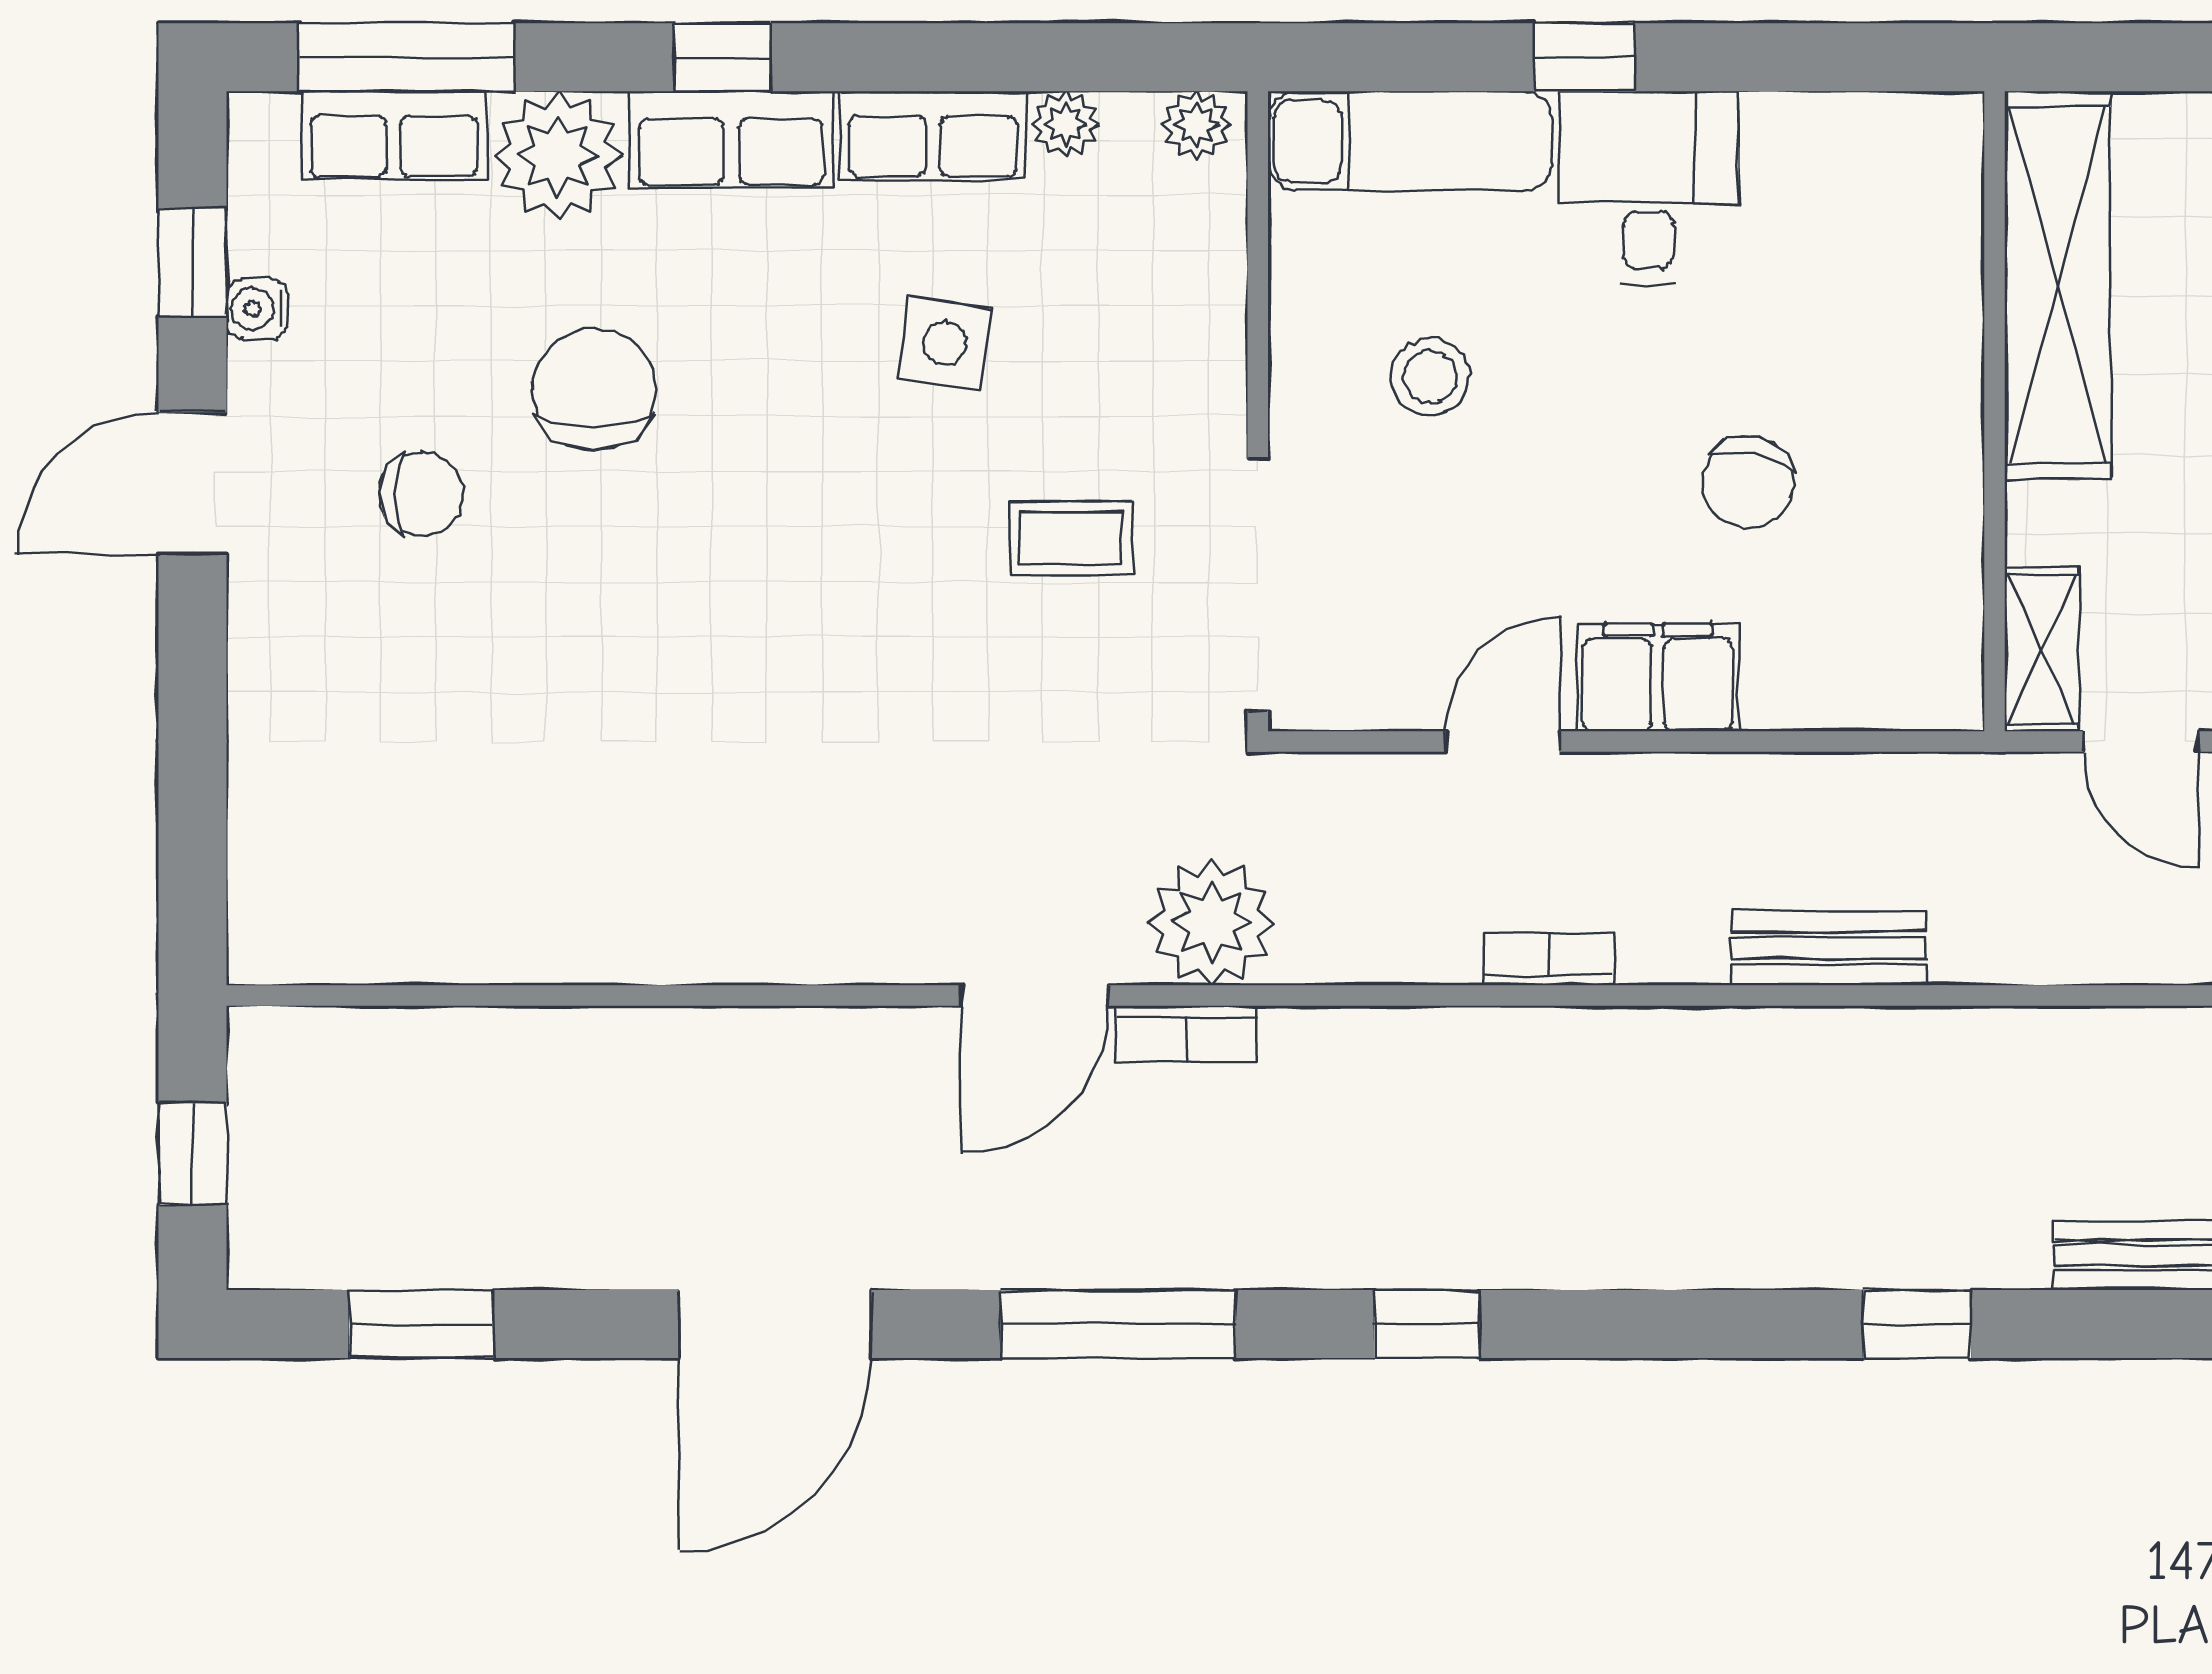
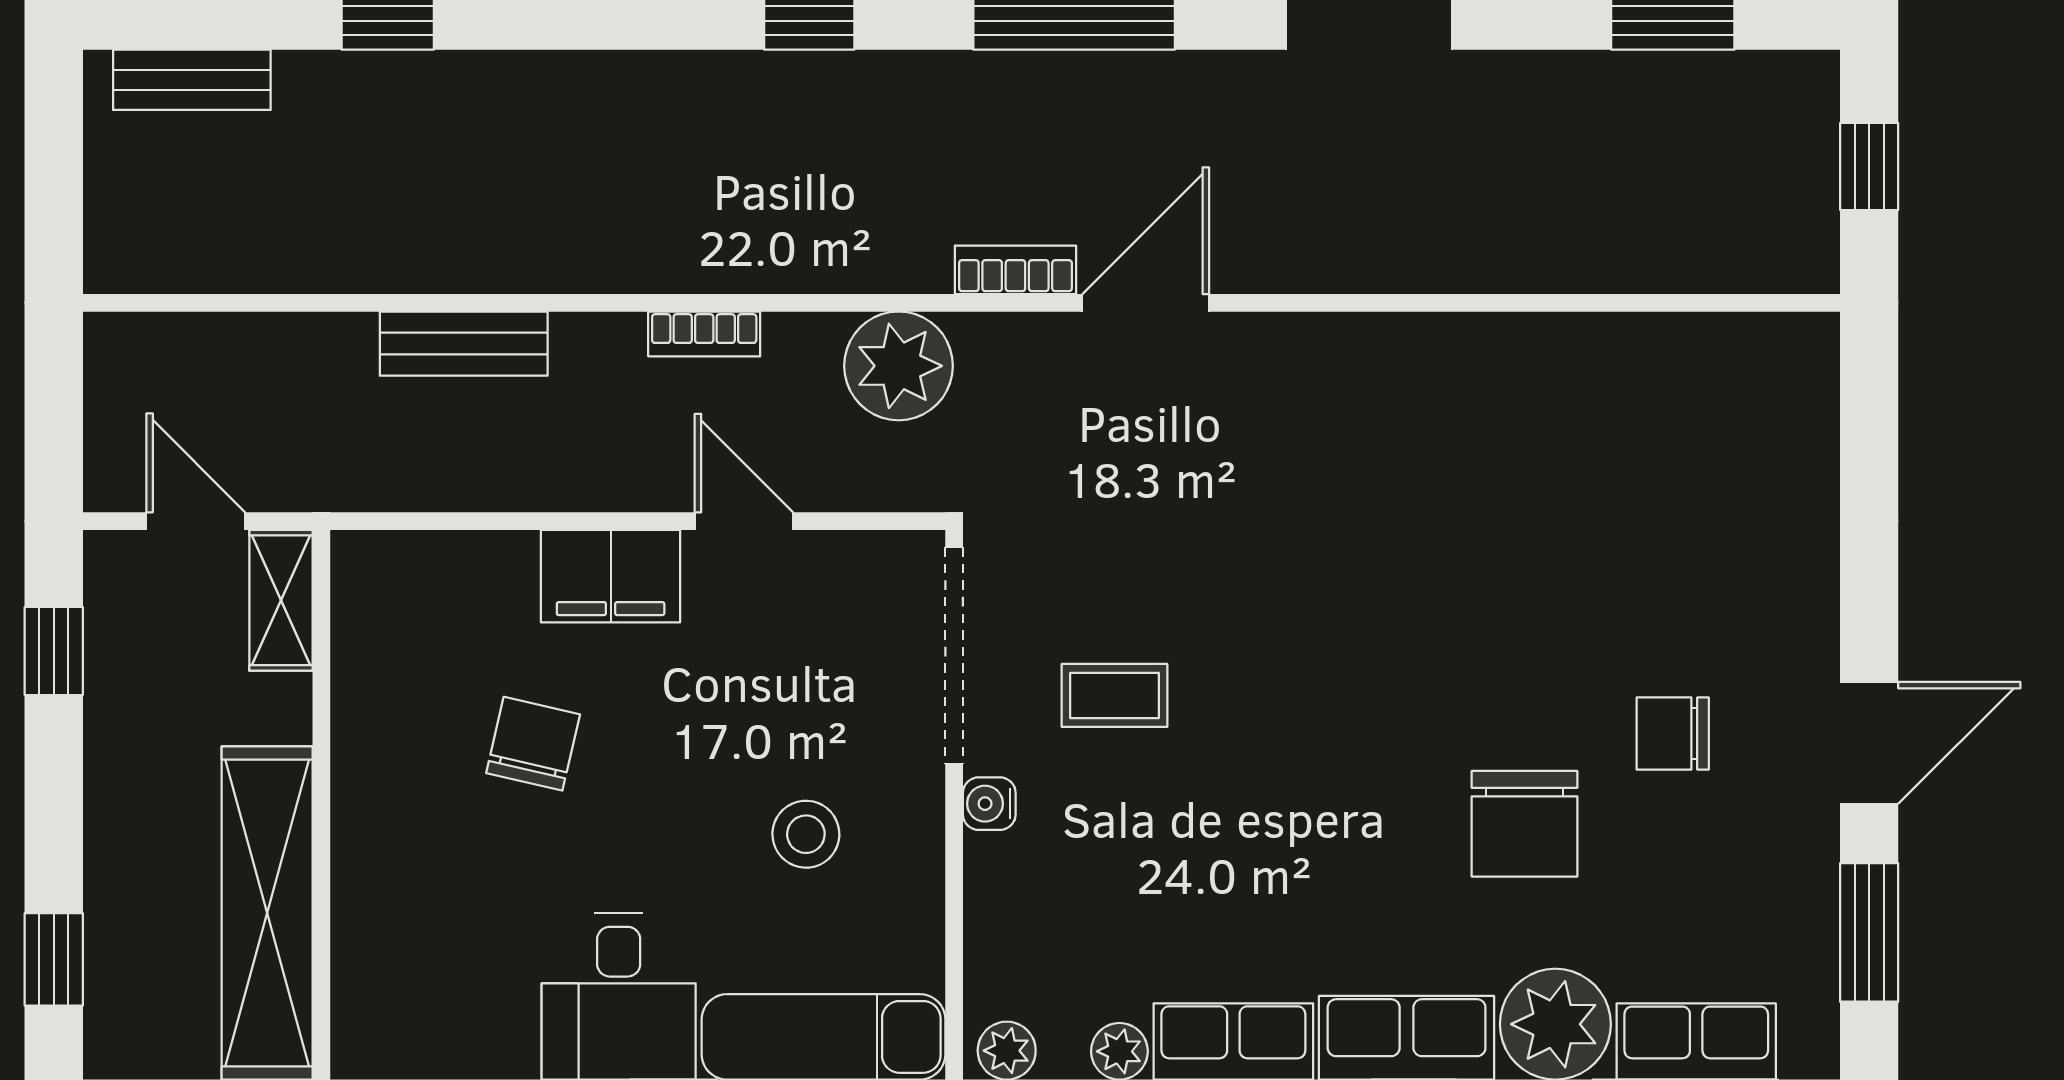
window: (193, 262) -> (1869, 932), width x1.50
water cooler: (257, 309) -> (989, 804), moved, turned 180
side table: (945, 343) -> (1223, 863), removed
door: (1503, 741) -> (744, 521), swing flipped
plant: (1211, 922) -> (899, 366), moved

